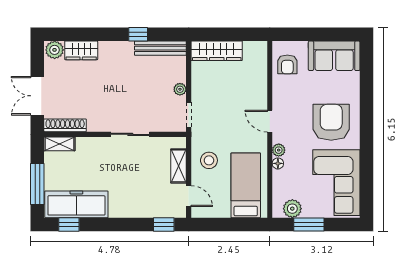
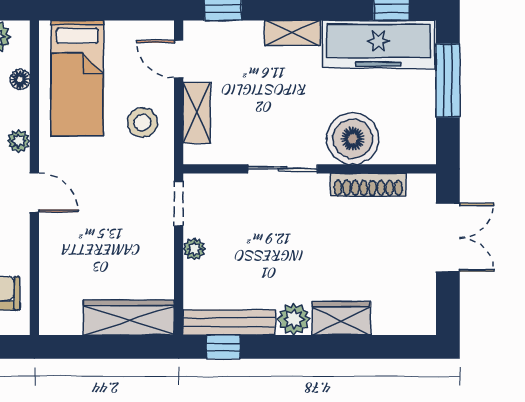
window: (138, 34) -> (223, 347), moved
plant: (55, 50) -> (294, 319), moved
wardrobe: (81, 50) -> (341, 318), moved
shoe rack: (65, 125) -> (368, 185), moved
shelving: (59, 144) -> (292, 33), moved
boiler: (91, 151) -> (353, 139), added
floor lamp: (278, 163) -> (20, 79), moved

